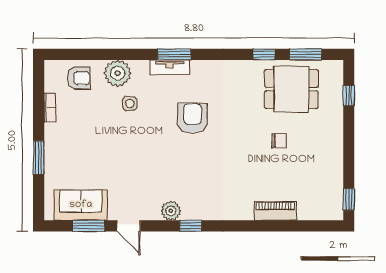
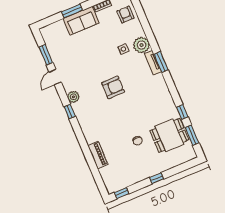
plant: (118, 73) -> (142, 45), moved
armchair: (79, 78) -> (126, 15), turned 180
dining table: (291, 89) -> (169, 135), turned 90
window: (349, 96) -> (157, 178), moved
armchair: (193, 118) -> (113, 87), moved
sofa: (81, 205) -> (81, 21), moved, turned 90

